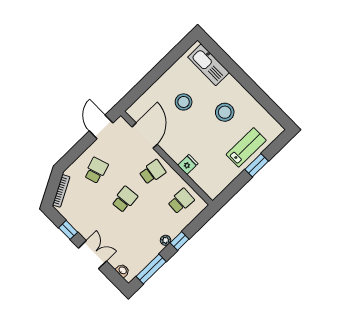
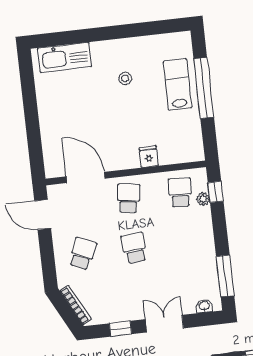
stool: (184, 102) -> (82, 112), removed
stool: (225, 112) -> (125, 78), width x0.53, depth x0.53
window: (257, 165) -> (204, 88), width x2.11
school desk: (96, 170) -> (83, 254), turned 42
plant: (166, 240) -> (203, 199), moved
window: (180, 241) -> (216, 192), moved

